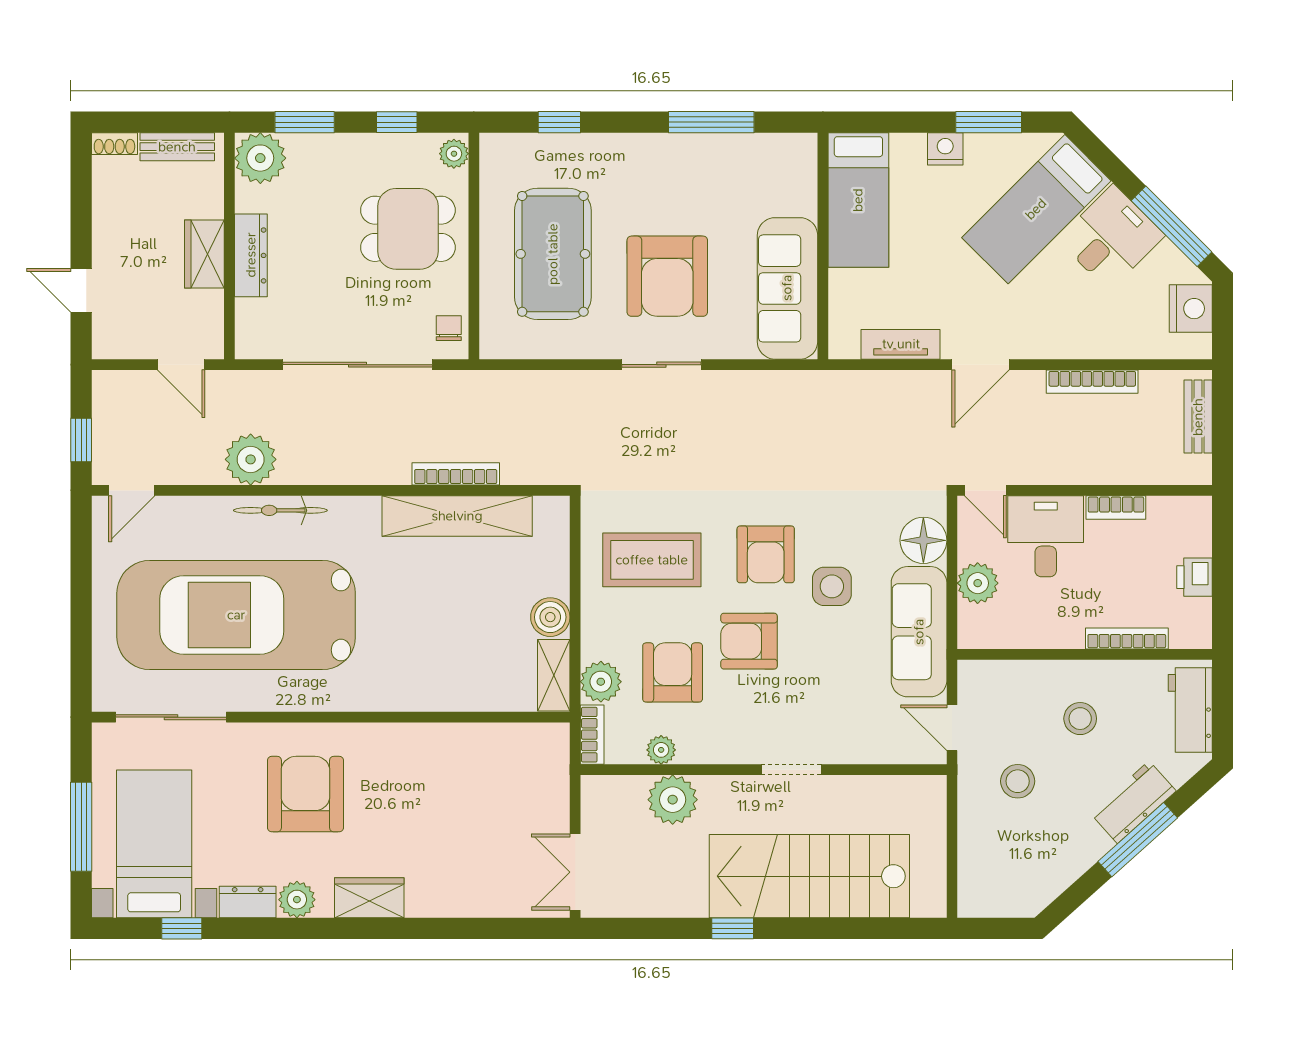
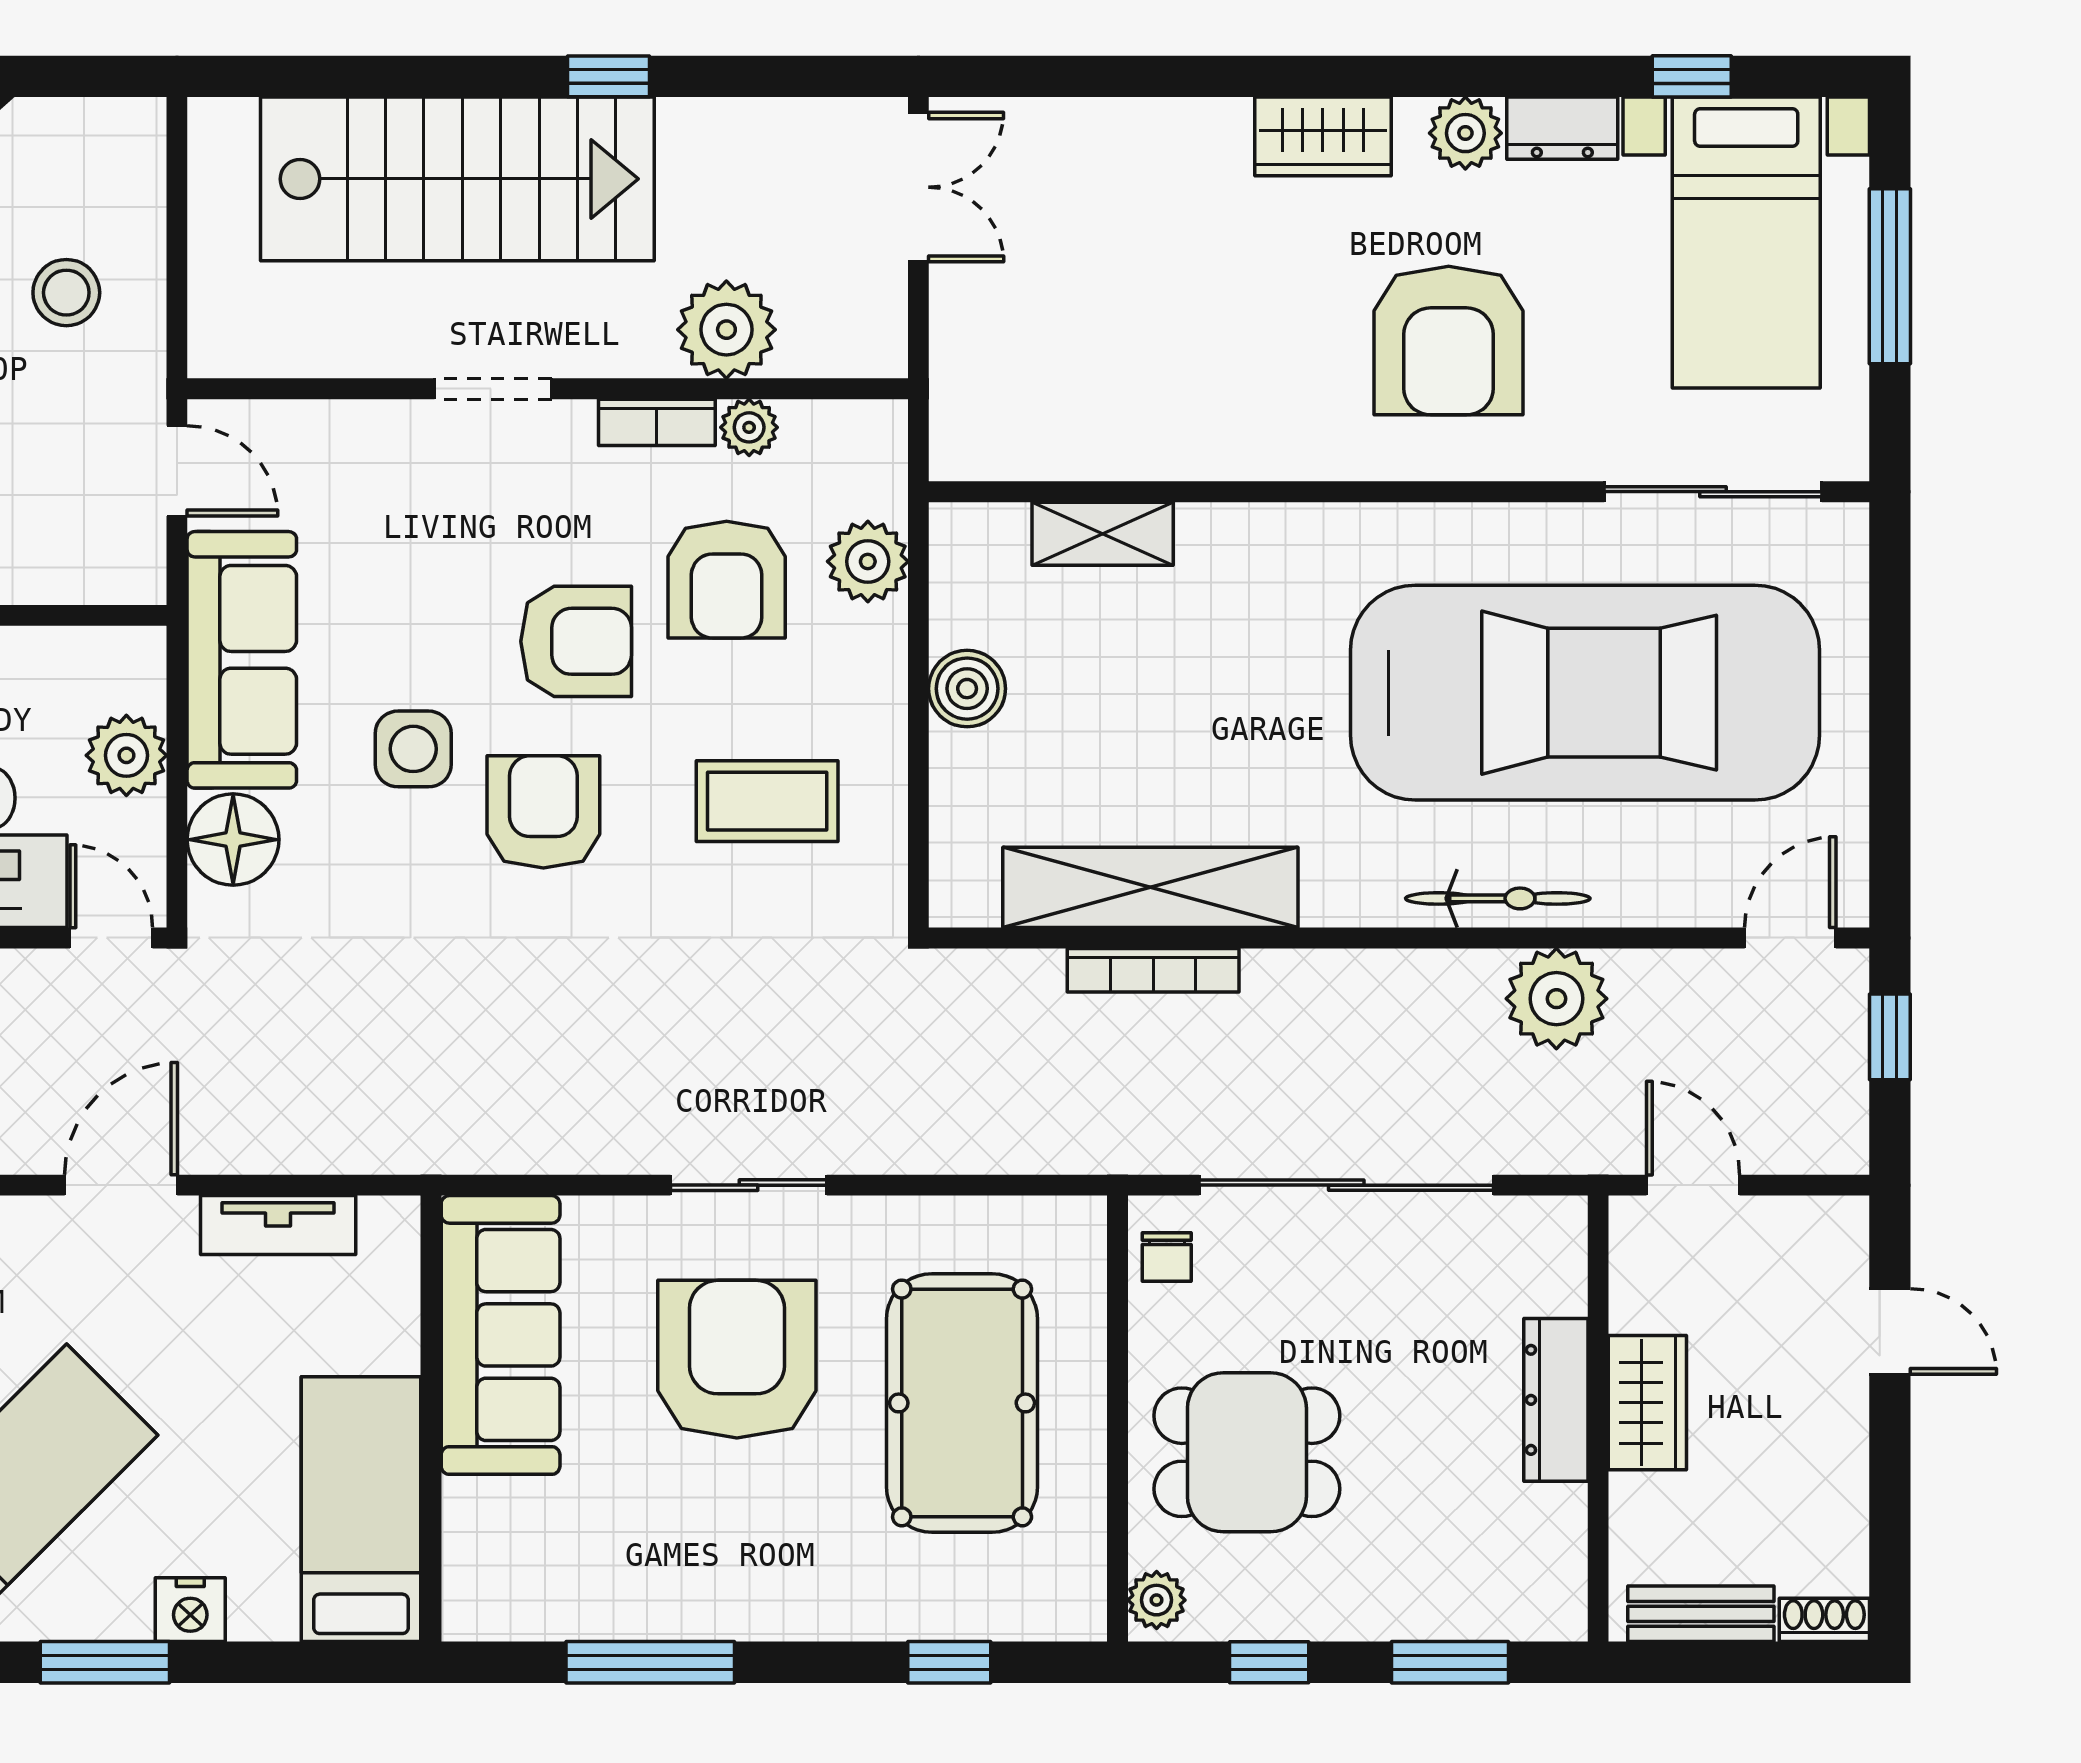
plant: (260, 158) -> (1537, 1591), removed
coffee table: (652, 560) -> (767, 801), width x0.73, depth x0.76
shelving: (554, 675) -> (1103, 534), moved, turned 90
bookcase: (592, 735) -> (657, 422), moved, turned -90
stool: (1018, 781) -> (66, 293), moved

